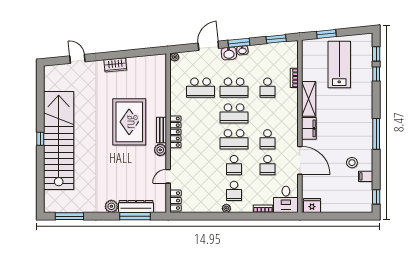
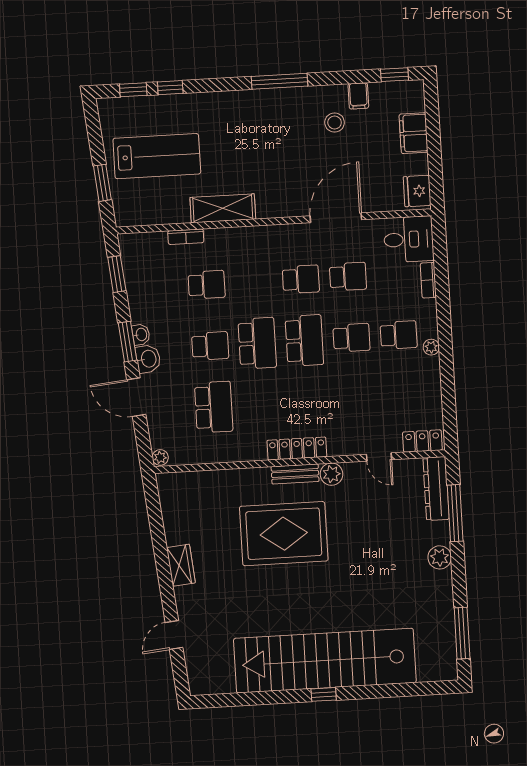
lab bench: (339, 65) -> (157, 156), turned 180
school desk: (234, 88) -> (210, 346), width x0.54
filing cabinet: (309, 128) -> (414, 133), moved, turned -90
dresser: (136, 207) -> (436, 489), moved

